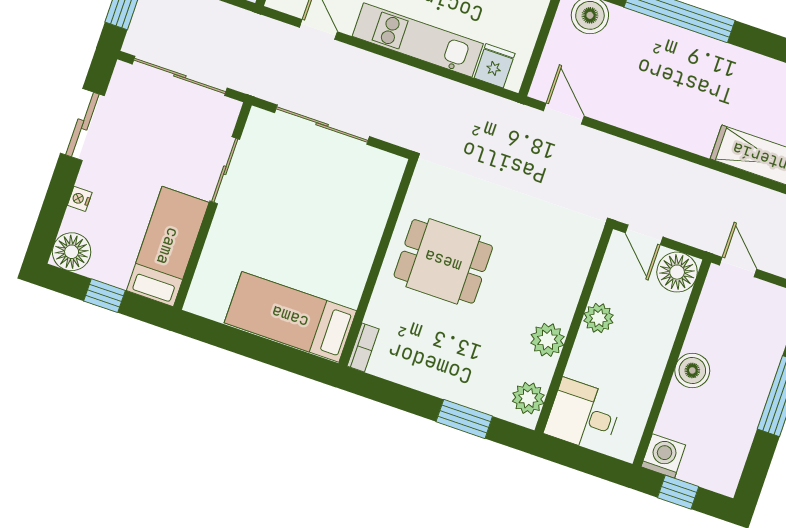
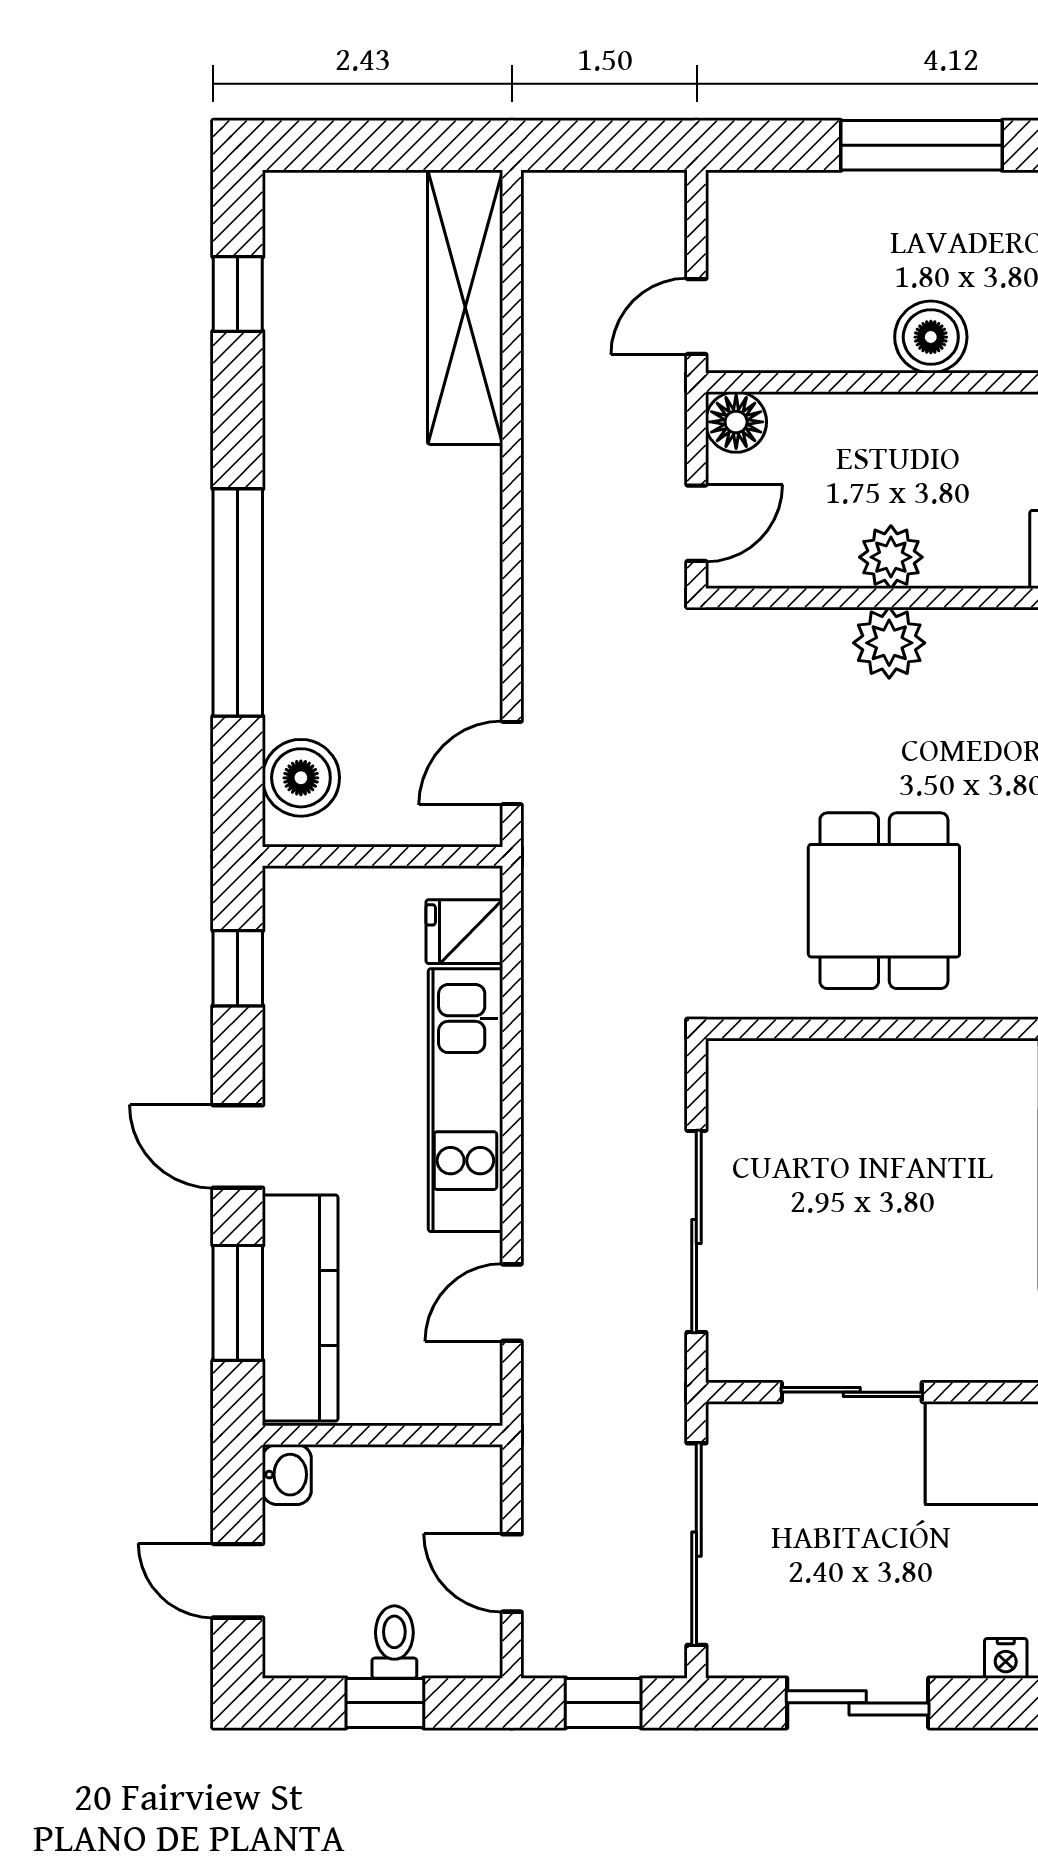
floor lamp: (677, 272) -> (736, 422), width x0.73, depth x0.73
plant: (547, 340) -> (889, 643), moved

